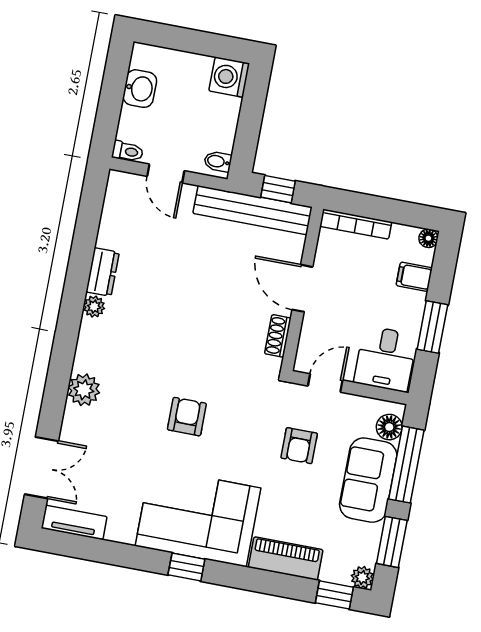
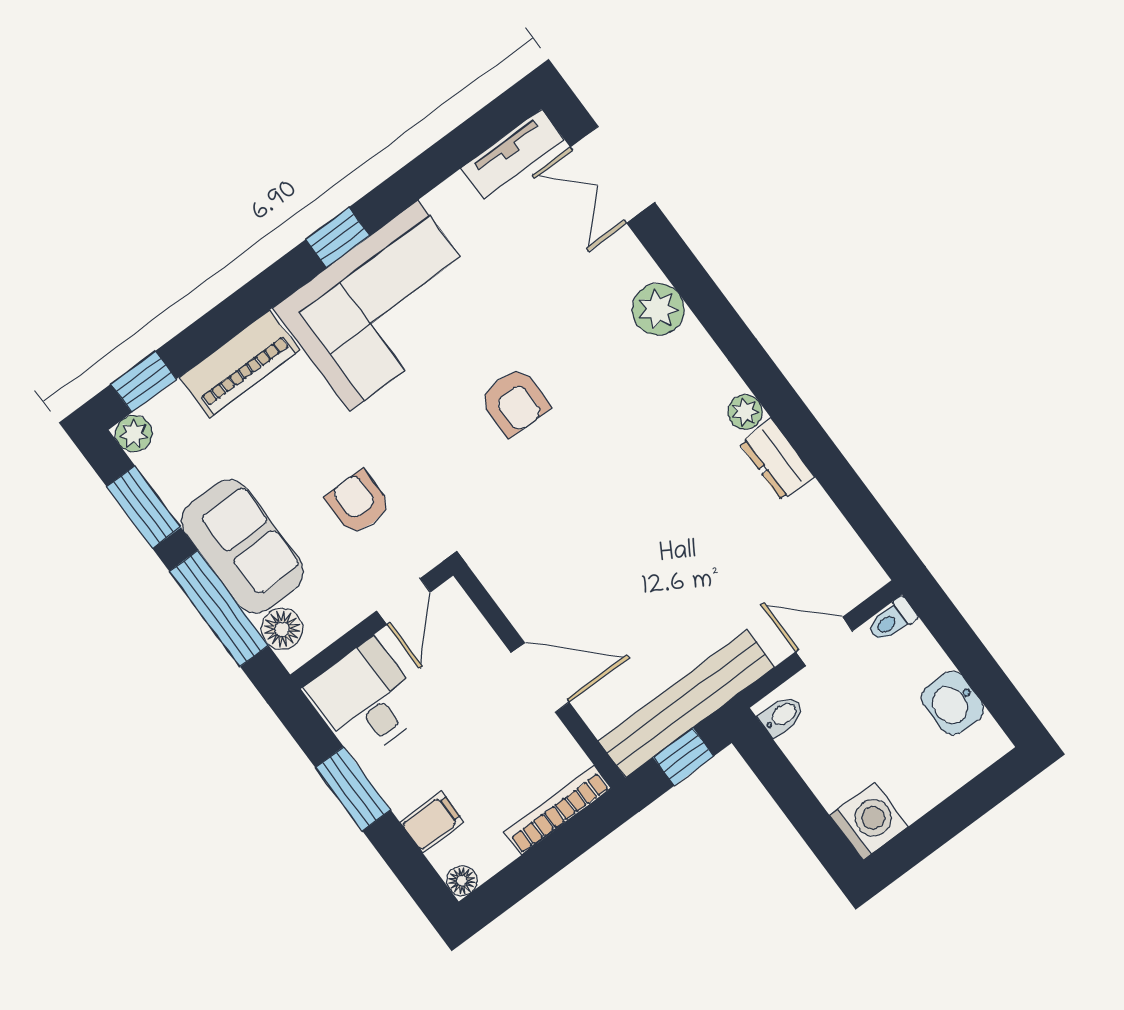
shoe rack: (278, 336) -> (511, 597), removed

